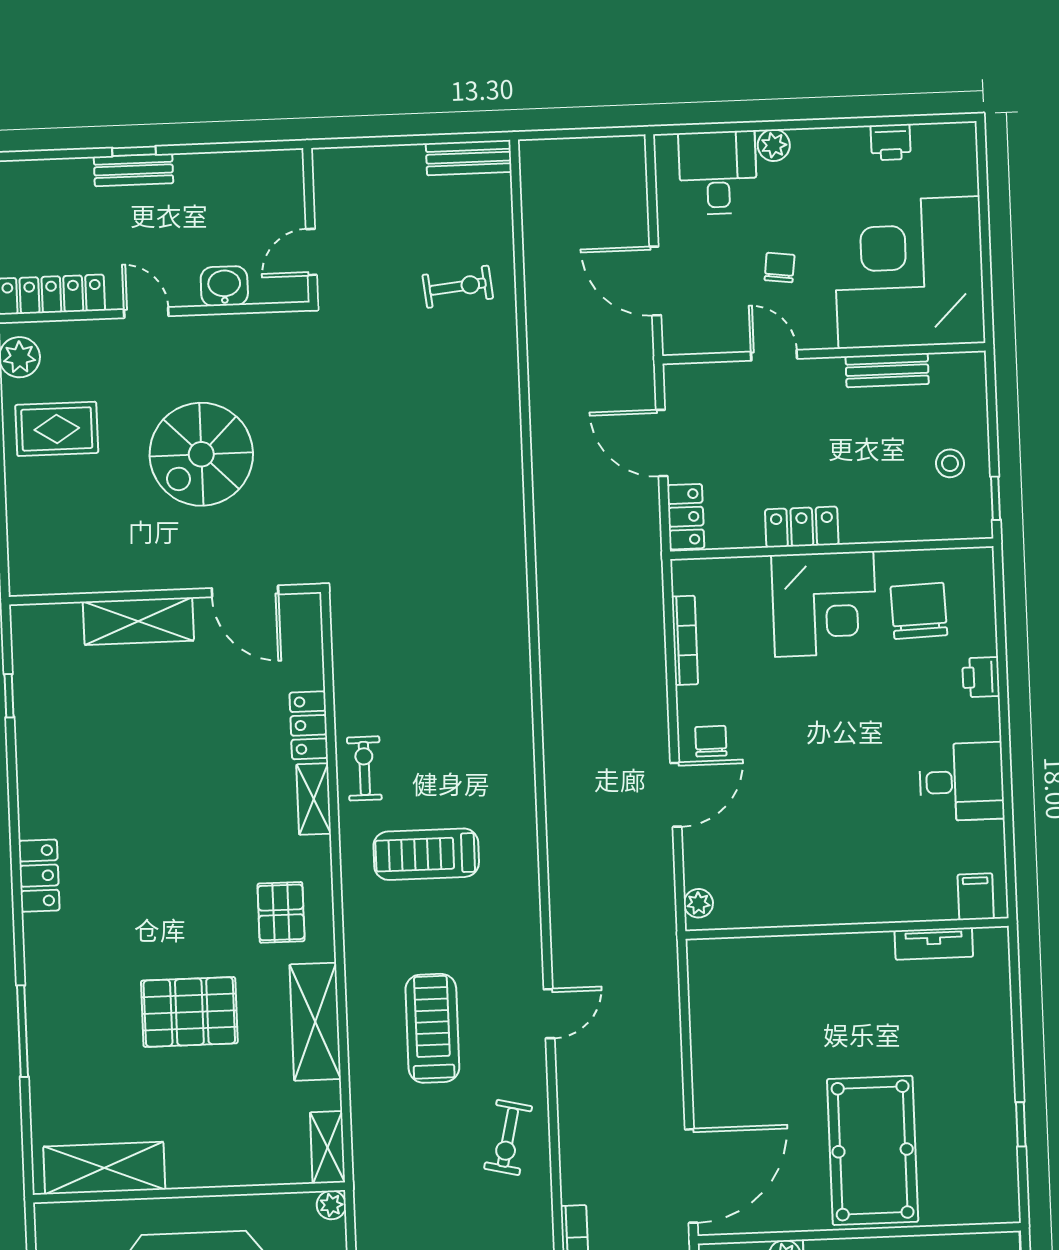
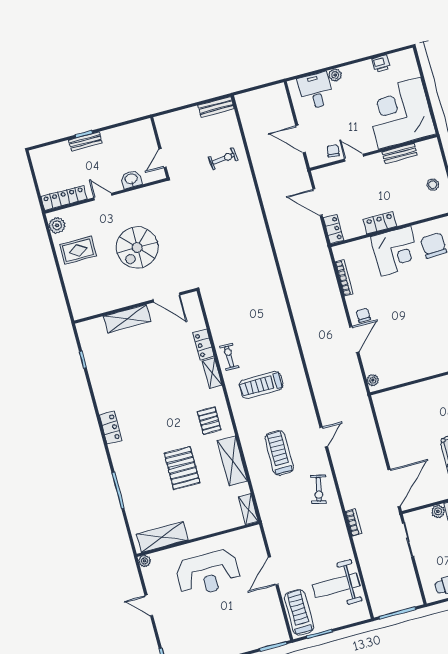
chair: (780, 268) -> (333, 151), moved
pallet: (189, 1012) -> (182, 468), turned 90
plant: (331, 1205) -> (145, 561), moved

